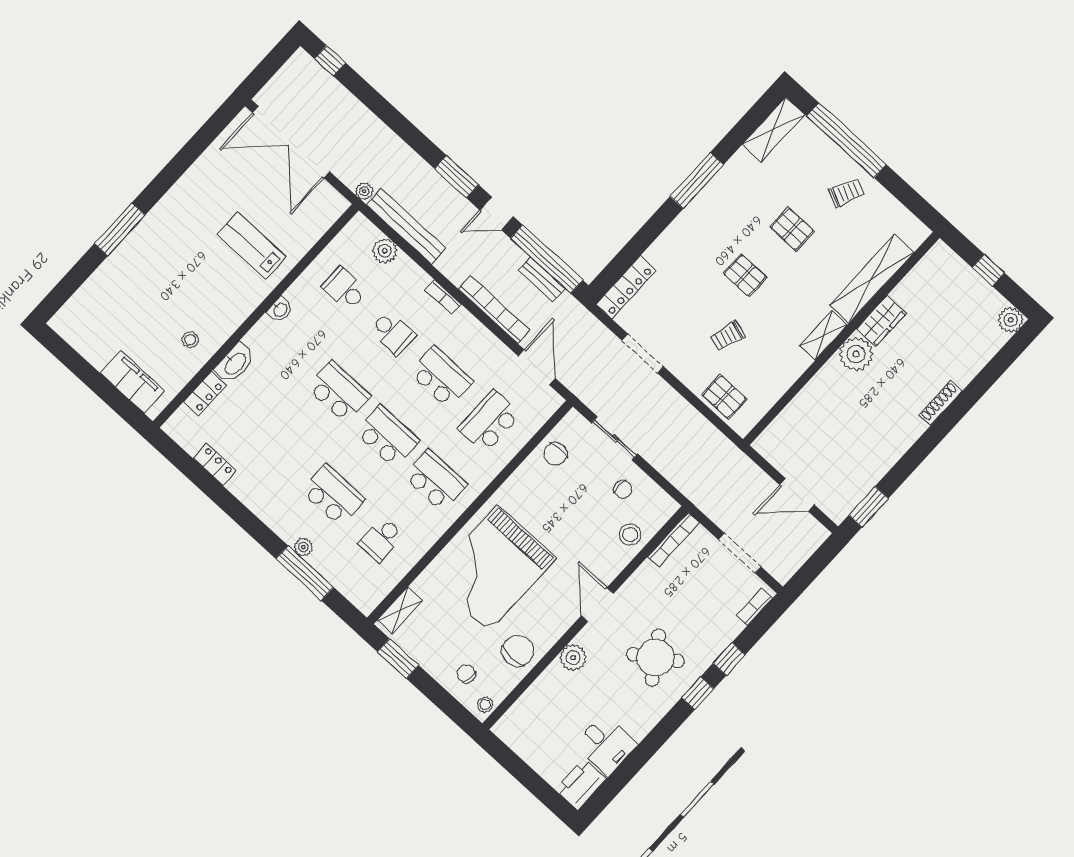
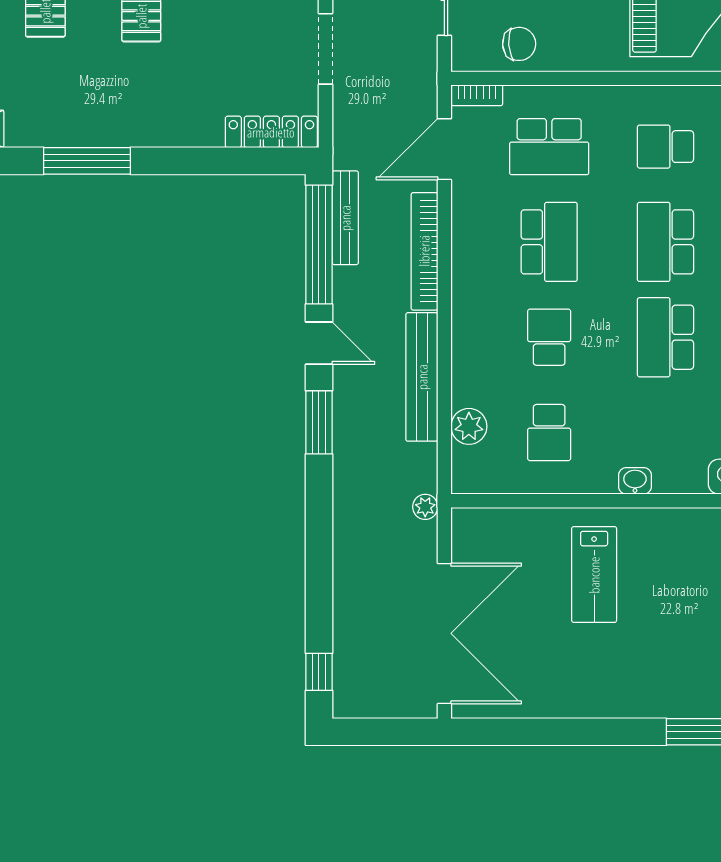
bench: (406, 226) -> (422, 377), moved
bench: (542, 279) -> (345, 218), width x1.36
bookcase: (443, 297) -> (477, 95), moved, turned 90
school desk: (441, 377) -> (549, 242), turned 180
school desk: (435, 480) -> (665, 147), width x0.54

